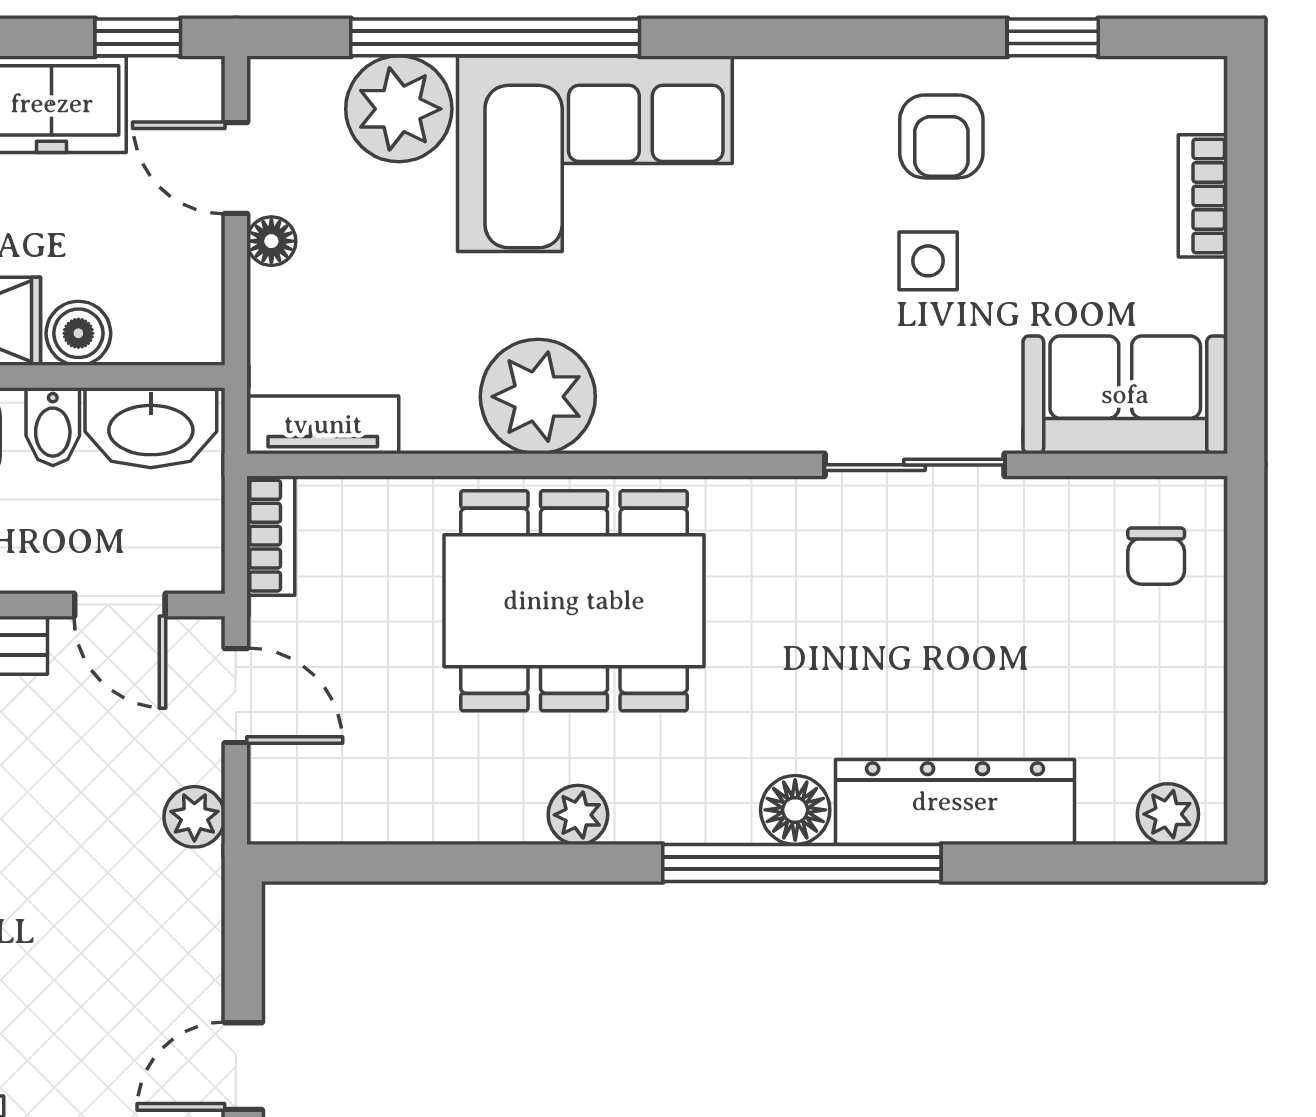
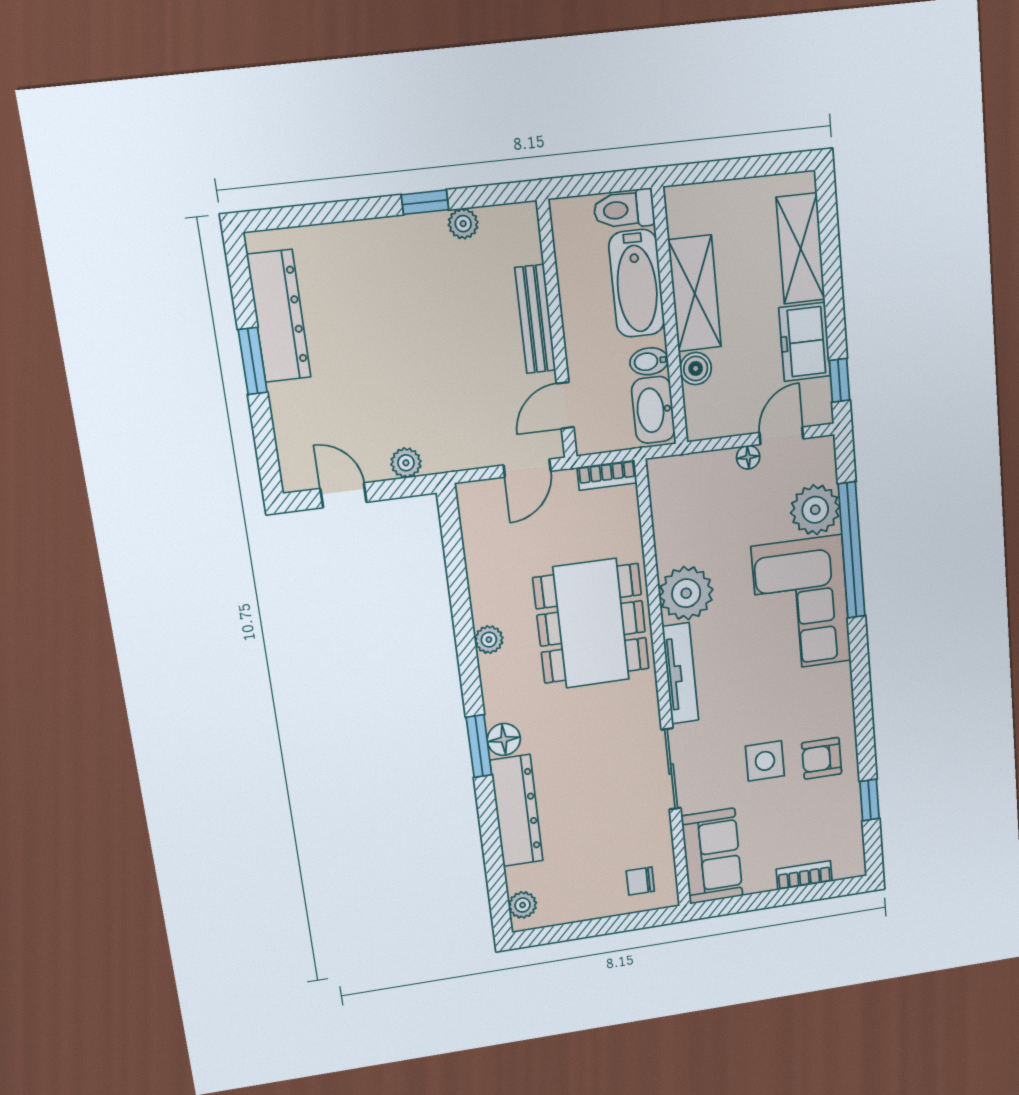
side table: (928, 261) -> (765, 761), width x1.37, depth x1.37
tv unit: (323, 425) -> (680, 673), moved, width x1.41
plant: (194, 817) -> (406, 463), moved
window: (802, 863) -> (479, 746), width x0.47

